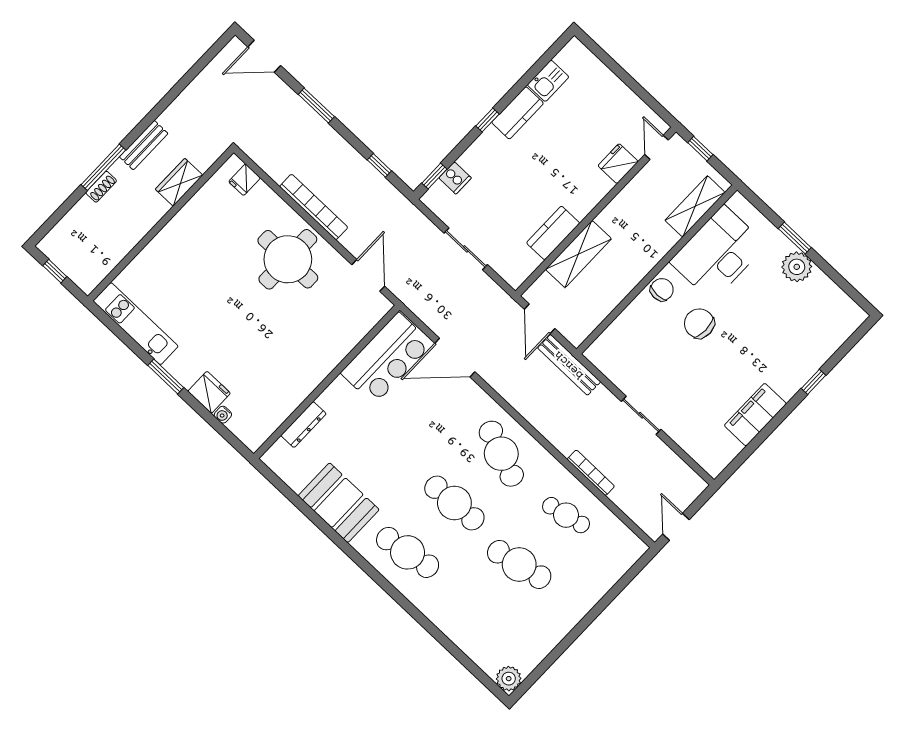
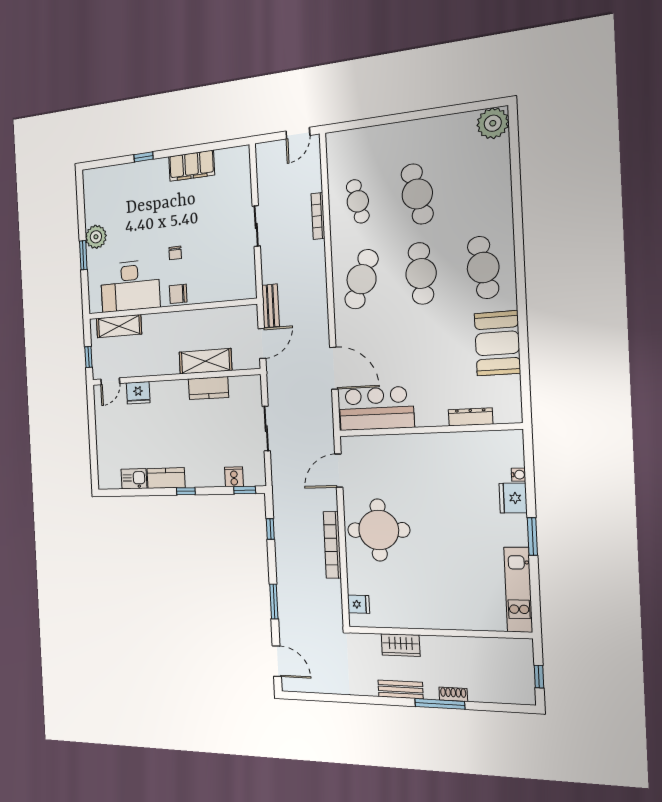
chair: (699, 323) -> (175, 253), width x0.54, depth x0.54
bench: (569, 365) -> (270, 306), width x0.73
plant: (509, 679) -> (493, 123), width x1.36, depth x1.36

